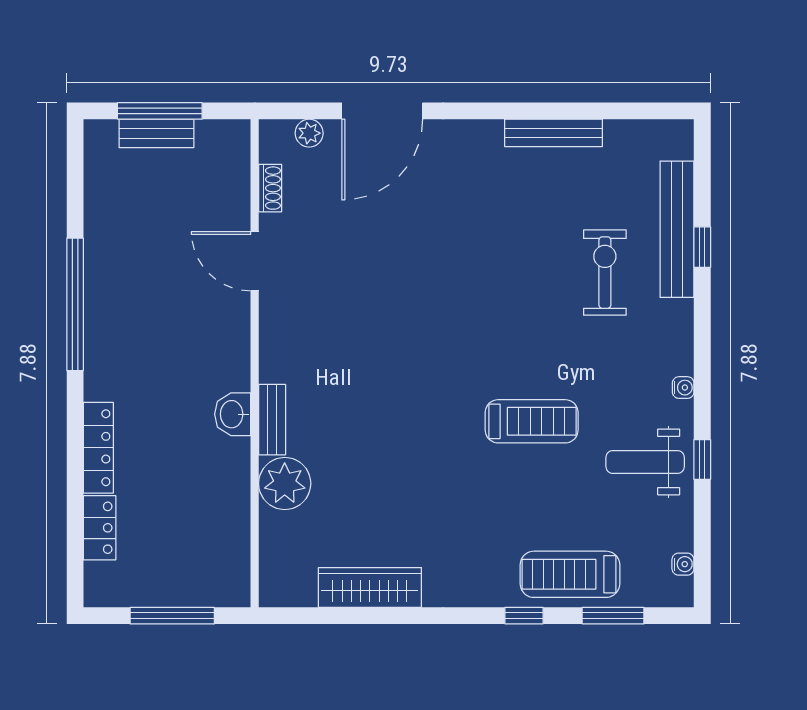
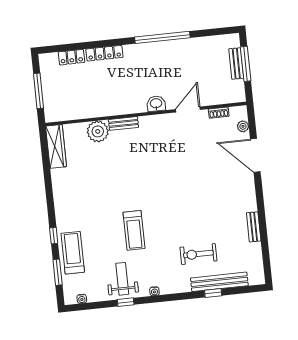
bench: (554, 133) -> (254, 227), width x0.73
exercise bike: (605, 273) -> (198, 254), turned 180
washbasin: (233, 414) -> (156, 104), moved
wardrobe: (370, 587) -> (56, 146), moved

